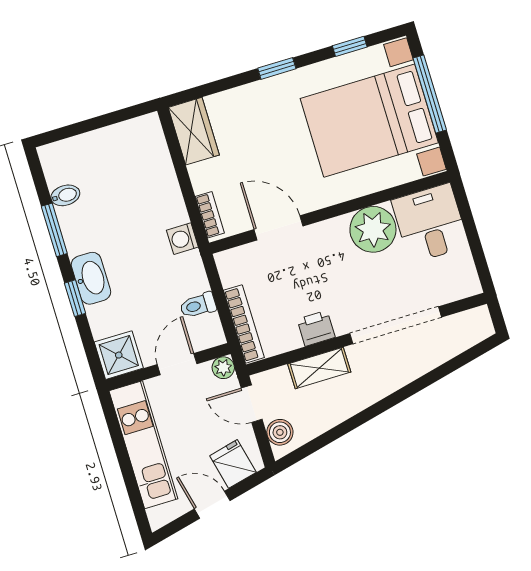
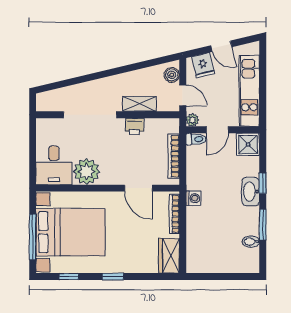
bookcase: (210, 215) -> (174, 214), width x1.56
toilet: (198, 305) -> (196, 139), moved
bookcase: (244, 324) -> (174, 156), moved

